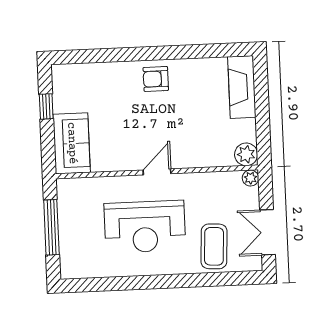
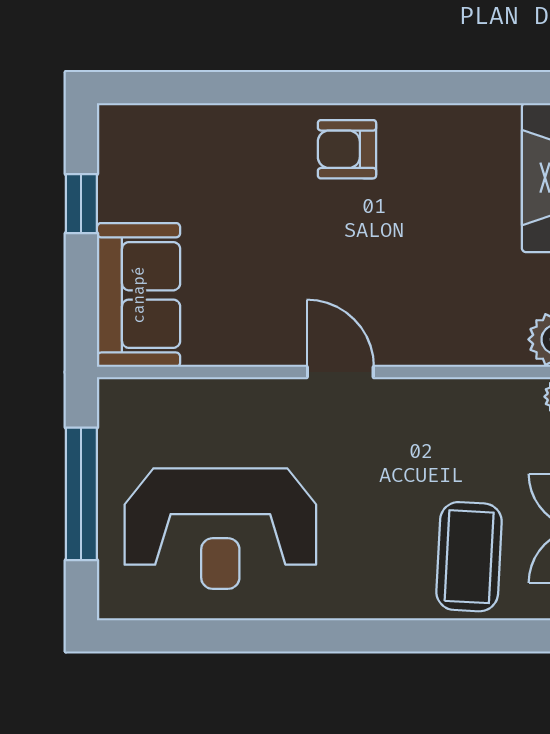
door: (157, 172) -> (340, 372), hinge flipped
reception desk: (145, 227) -> (220, 529), moved

